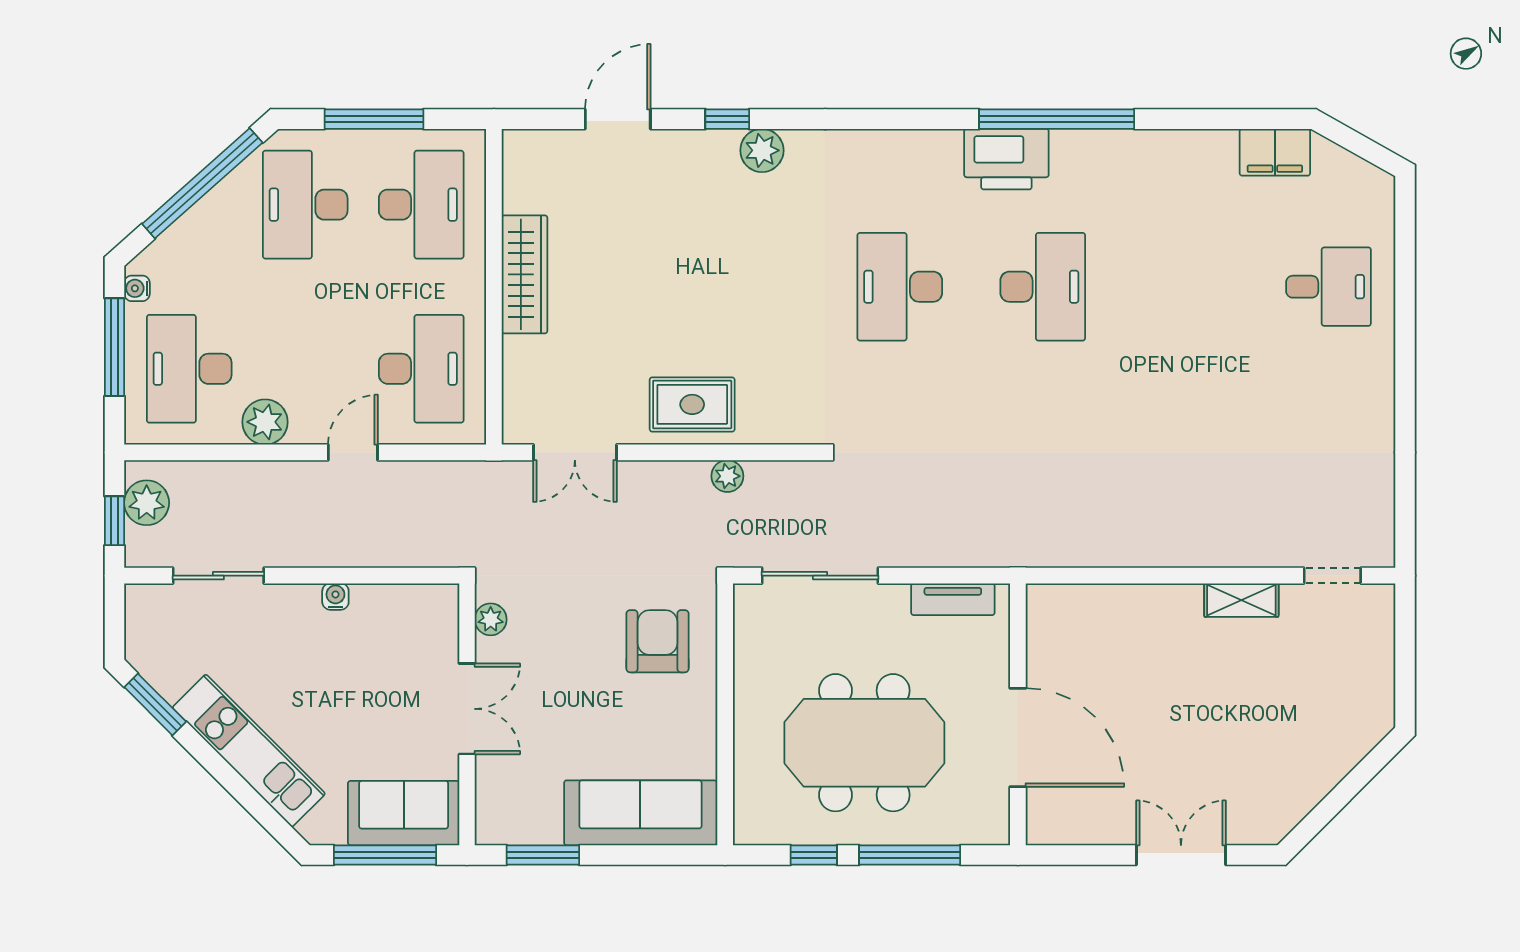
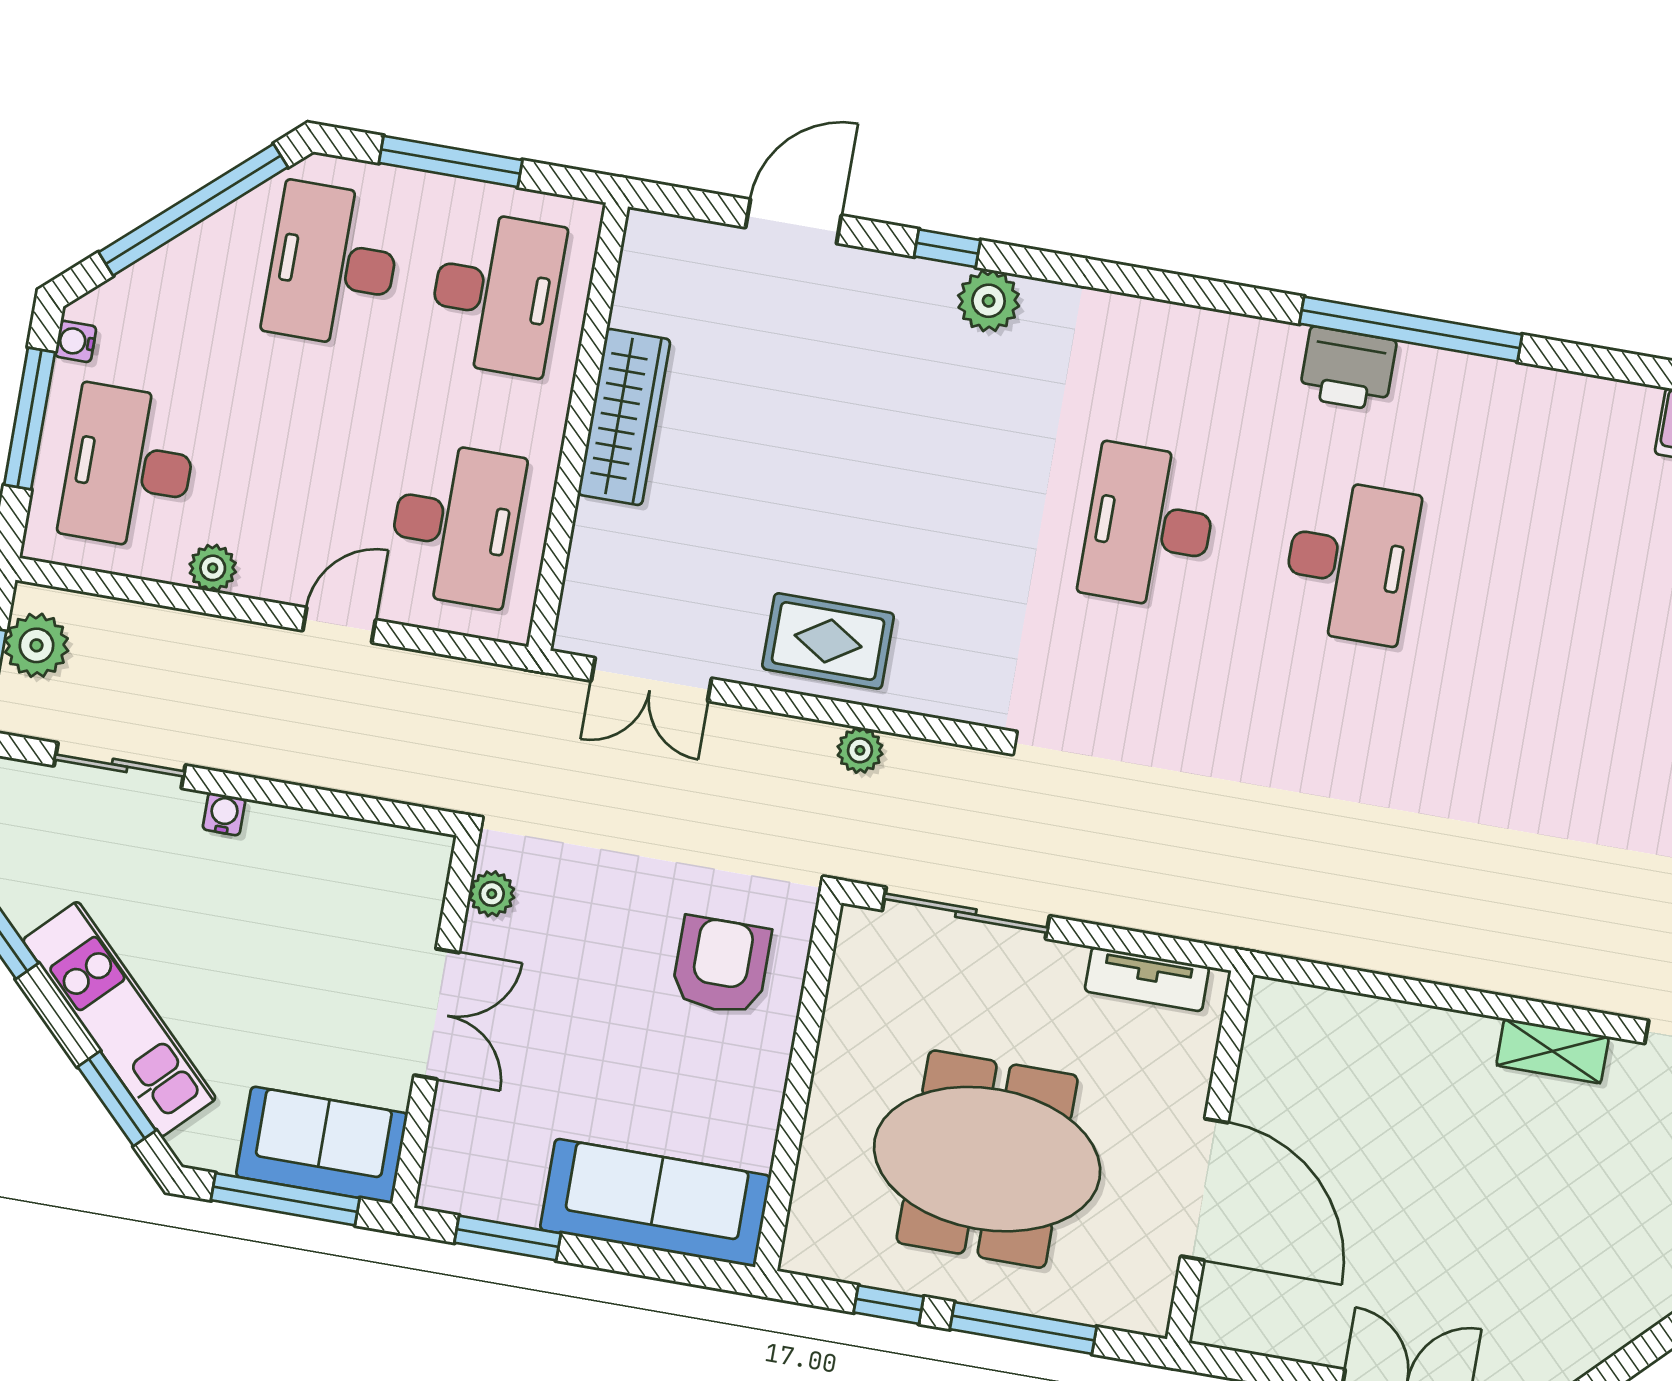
printer: (1006, 159) -> (1348, 369), width x0.73, depth x0.84
plant: (265, 422) -> (213, 568), width x0.73, depth x0.73
water cooler: (335, 597) -> (224, 814), moved
window: (257, 806) -> (117, 1099), added

